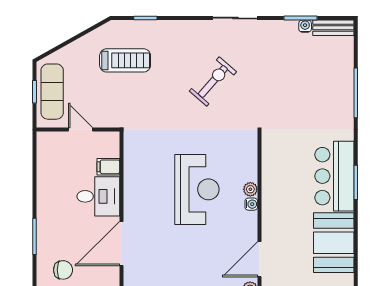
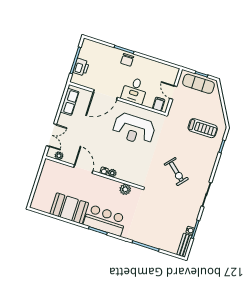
treadmill: (125, 60) -> (203, 128), turned -90
door: (81, 130) -> (173, 92), swing flipped
plant: (271, 158) -> (125, 189), added
filing cabinet: (108, 167) -> (159, 104), moved
reception desk: (197, 189) -> (134, 129), moved
door: (121, 244) -> (105, 95), swing flipped
door: (259, 259) -> (83, 169), moved
chair: (63, 270) -> (127, 60), moved

